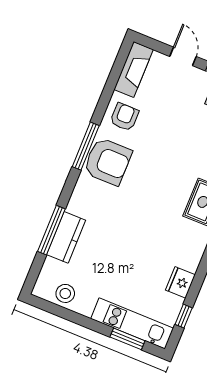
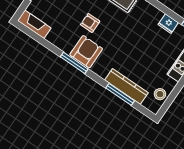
armchair: (124, 117) -> (90, 23), moved
kitchen counter: (66, 237) -> (126, 86), width x1.50

